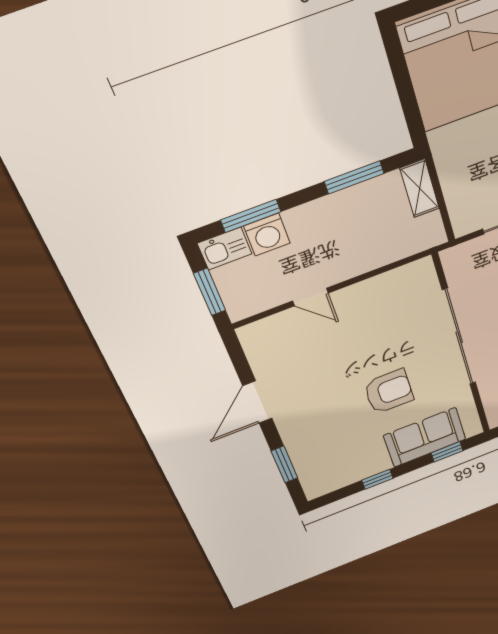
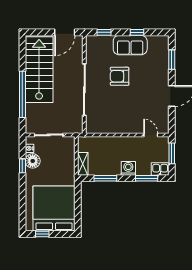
washing machine: (267, 235) -> (128, 168), moved
door: (310, 297) -> (151, 135), moved
sofa: (425, 437) -> (130, 45), moved

